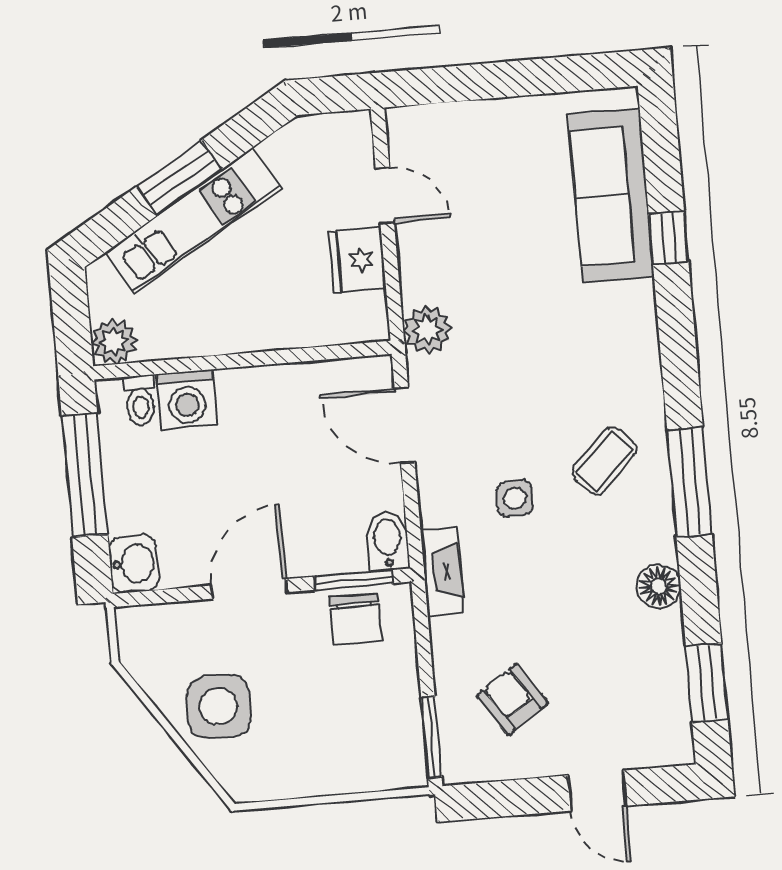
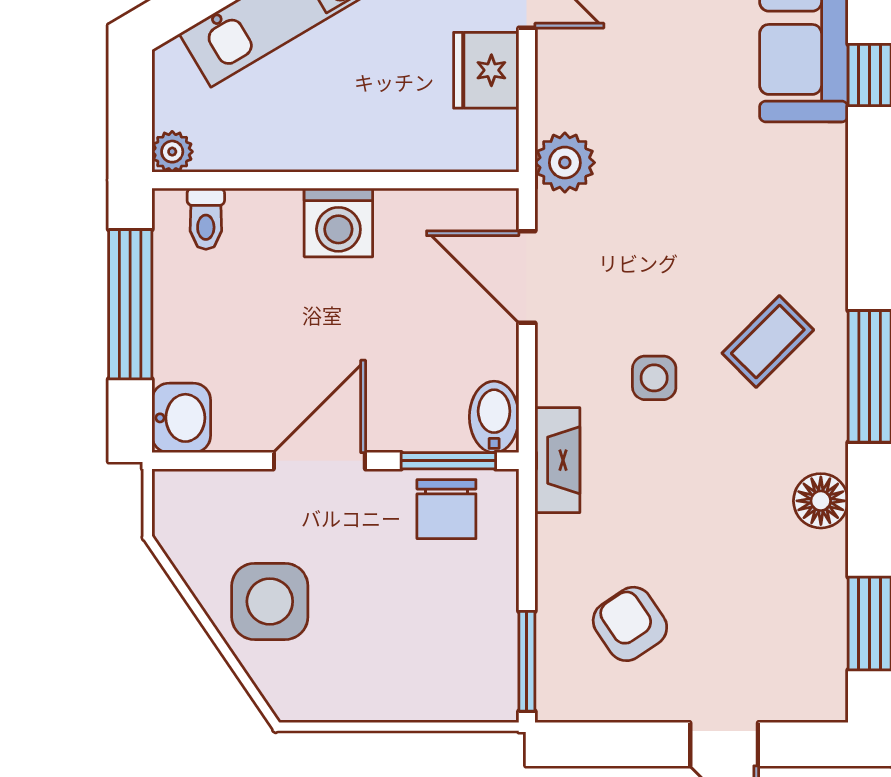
plant: (114, 342) -> (172, 152), width x0.73, depth x0.73
washing machine: (187, 399) -> (338, 222), moved

